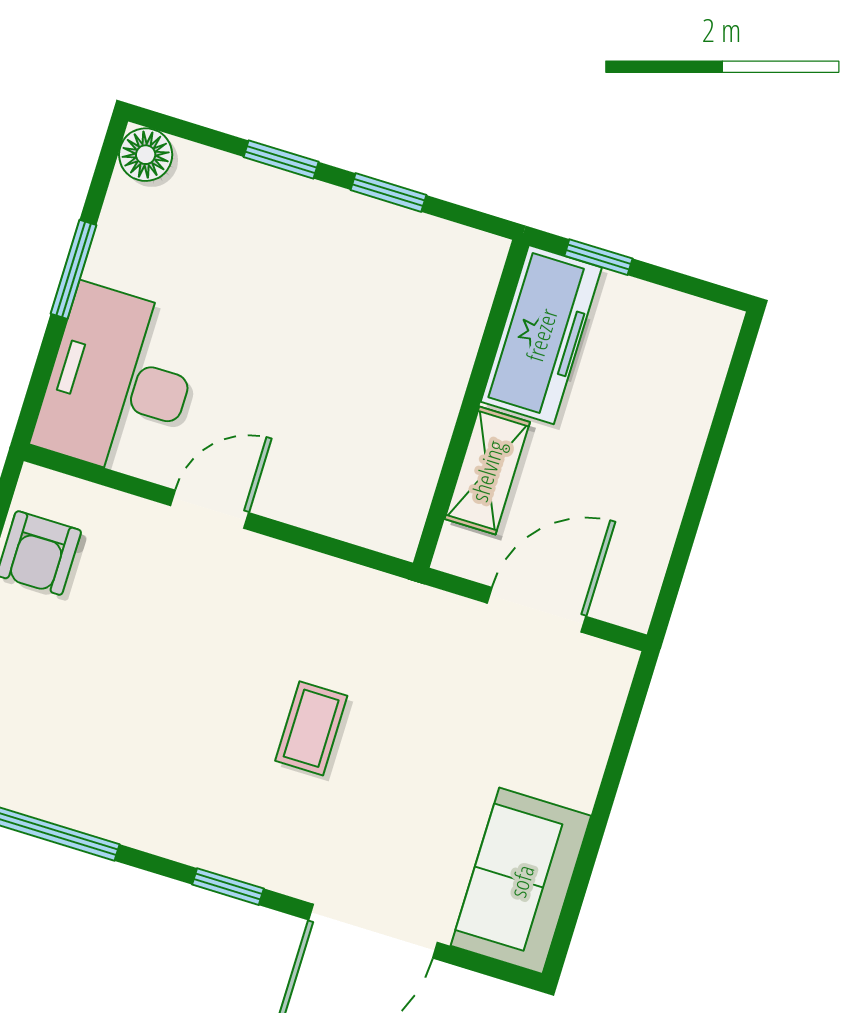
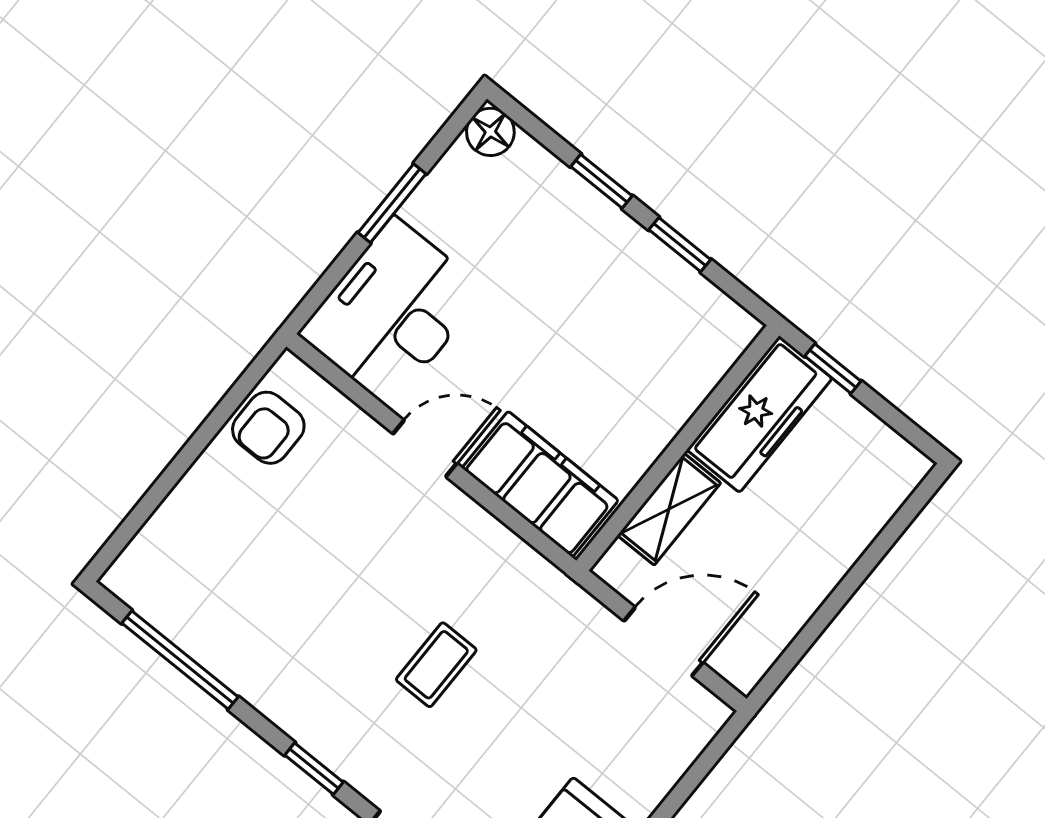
filing cabinet: (344, 498) -> (540, 484), added

